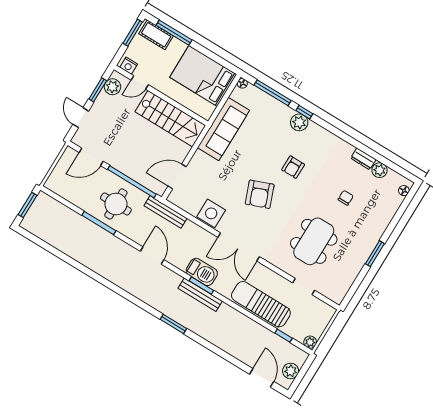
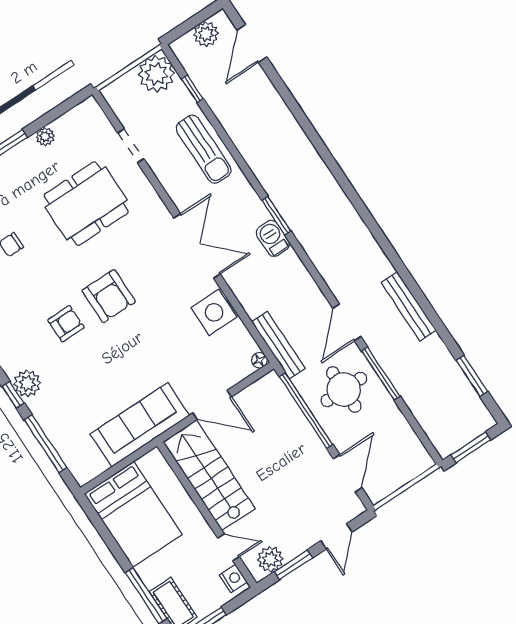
floor lamp: (242, 83) -> (259, 360), moved
door: (91, 157) -> (348, 473), hinge flipped
door: (177, 176) -> (212, 405), moved
armchair: (260, 194) -> (109, 296), moved, turned 111
door: (152, 256) -> (347, 322), moved
plant: (355, 269) -> (45, 136), added
barbecue: (202, 272) -> (273, 238), width x0.73, depth x0.79
bench: (200, 295) -> (409, 306), moved
sun lounger: (261, 304) -> (204, 149), width x0.73, depth x0.75
window: (173, 324) -> (472, 376), moved
plant: (310, 342) -> (156, 74), width x1.88, depth x1.88

